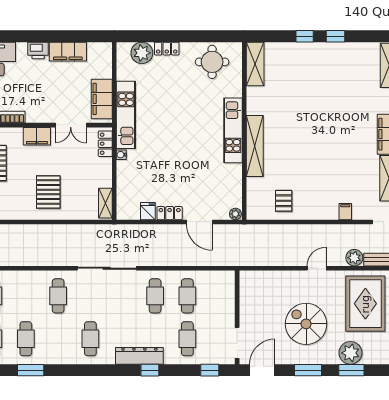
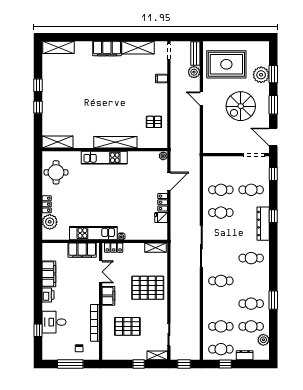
pallet: (48, 192) -> (148, 288), width x1.37, depth x1.41

